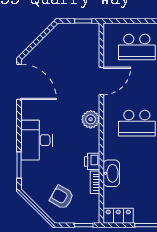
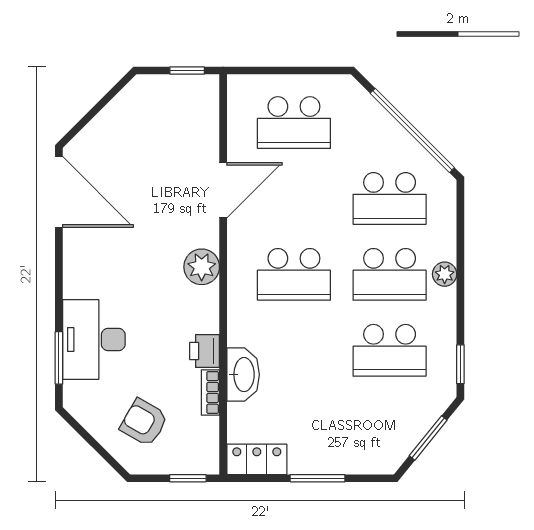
desk: (37, 140) -> (94, 340), moved

